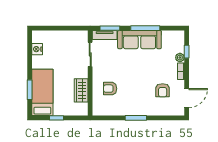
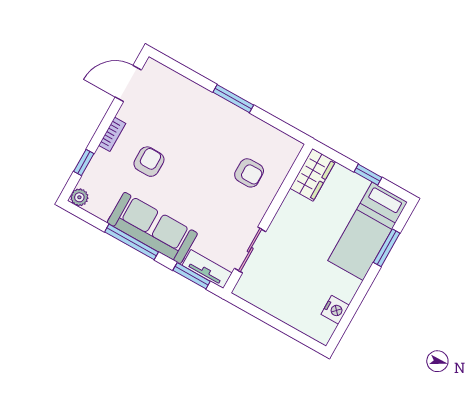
plant: (180, 58) -> (79, 197), moved
wardrobe: (81, 90) -> (313, 175), moved
armchair: (163, 90) -> (149, 162), moved

